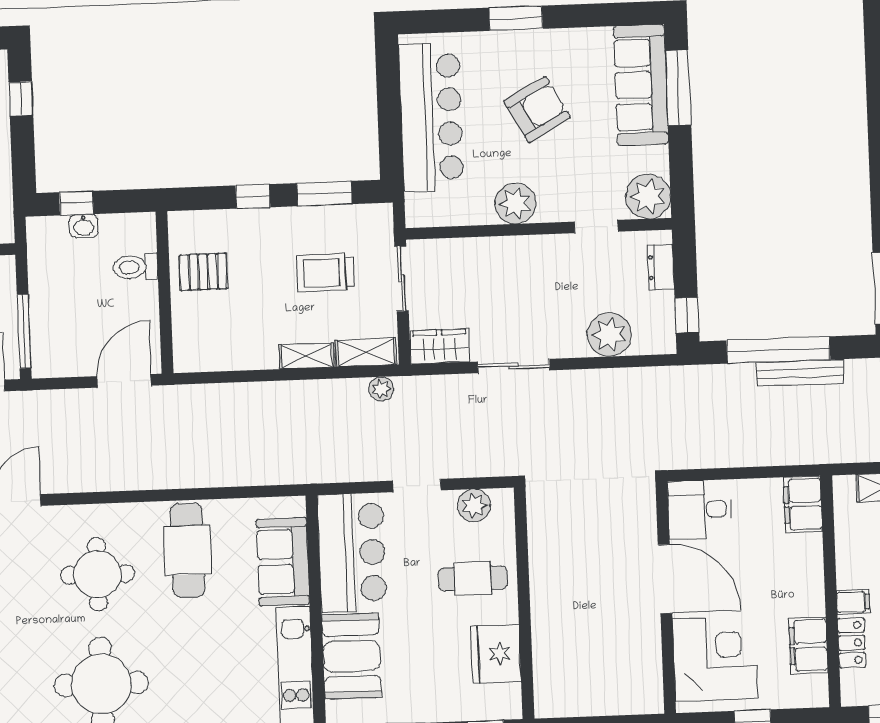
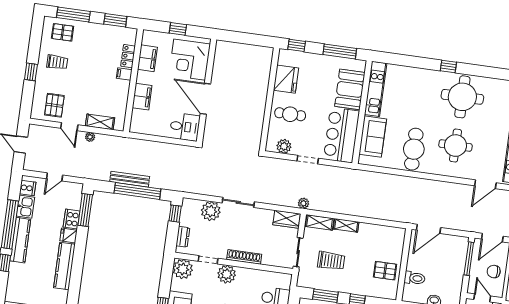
plant: (516, 203) -> (227, 274), moved
shoe rack: (518, 247) -> (244, 257), added
sliding door: (514, 366) -> (238, 202), moved
plant: (381, 389) -> (303, 203), moved
filing cabinet: (803, 504) -> (142, 97), moved

